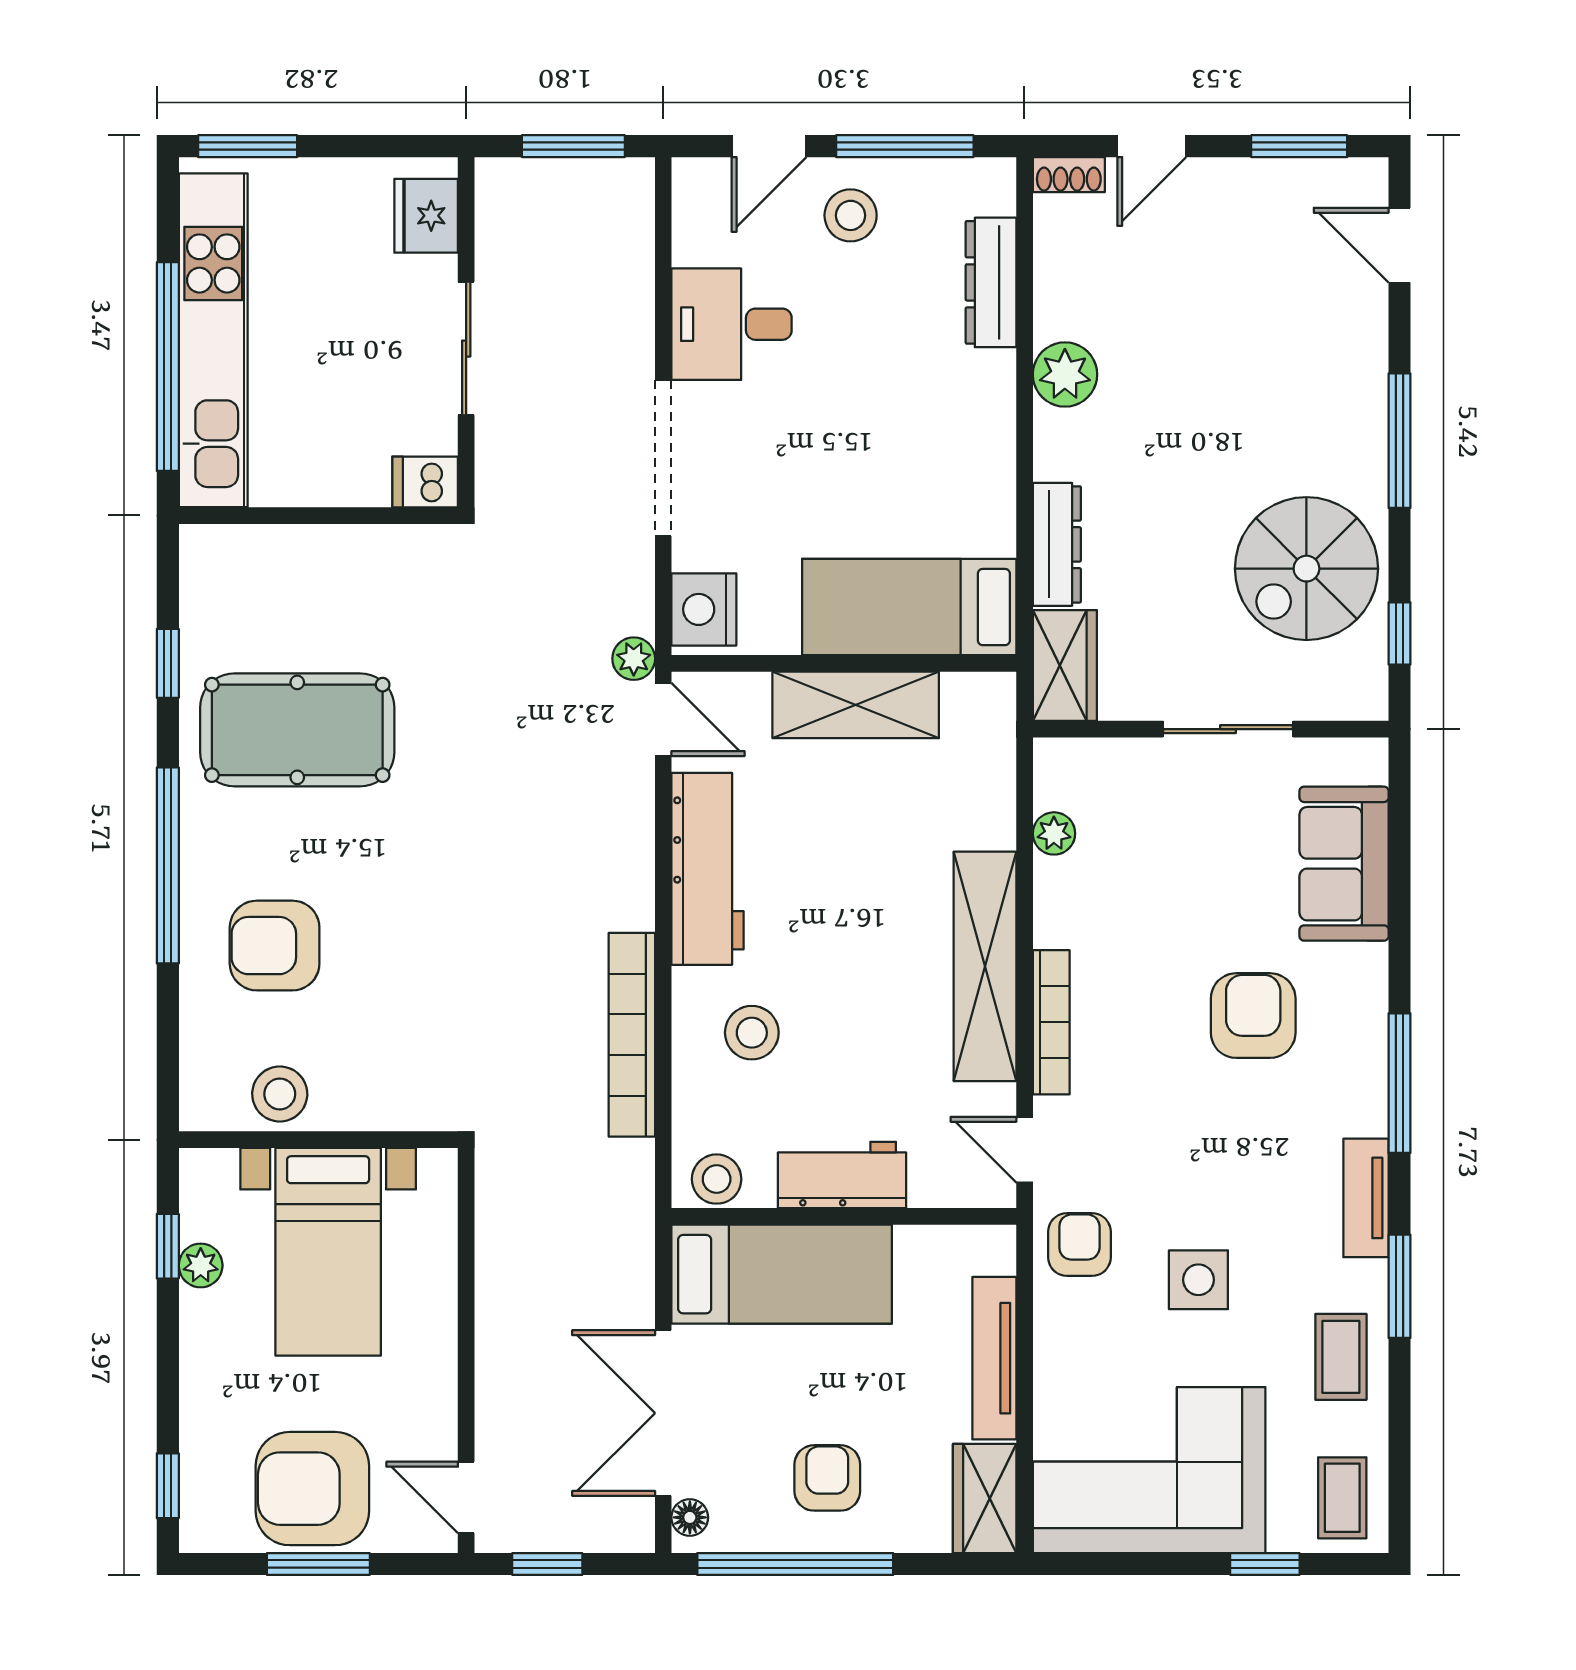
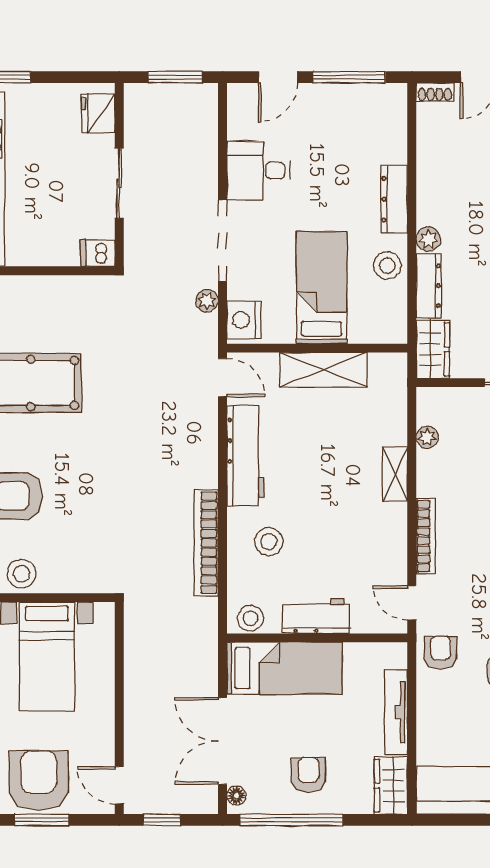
stool: (851, 215) -> (387, 265), moved
dresser: (991, 282) -> (394, 199), moved
plant: (1065, 374) -> (428, 239), moved, width x0.73, depth x0.73
bed: (909, 607) -> (321, 288), moved, turned 90
plant: (634, 659) -> (207, 301), moved
shelving: (985, 966) -> (395, 474), width x0.45, depth x0.75
armchair: (312, 1489) -> (39, 780), turned 90

